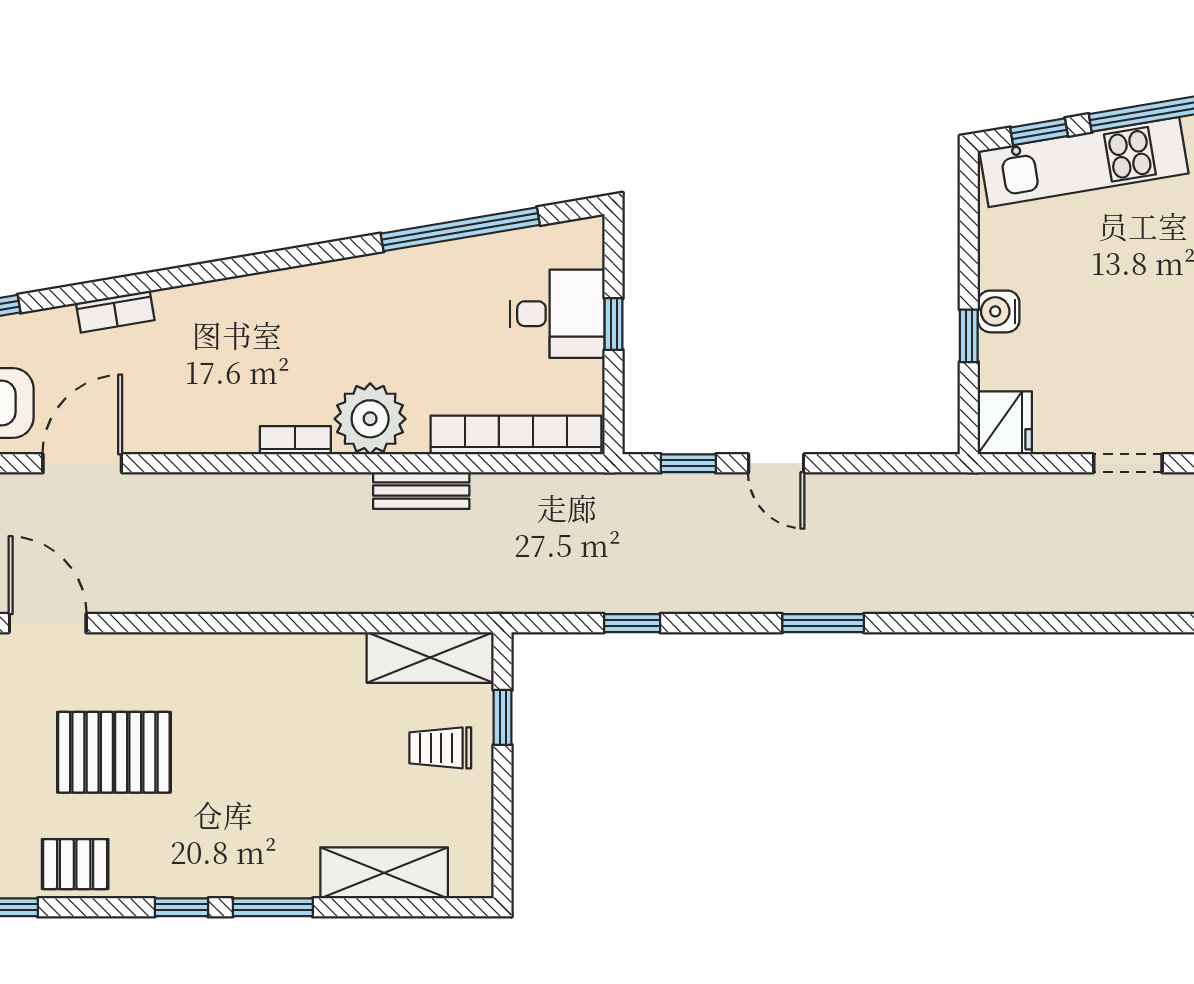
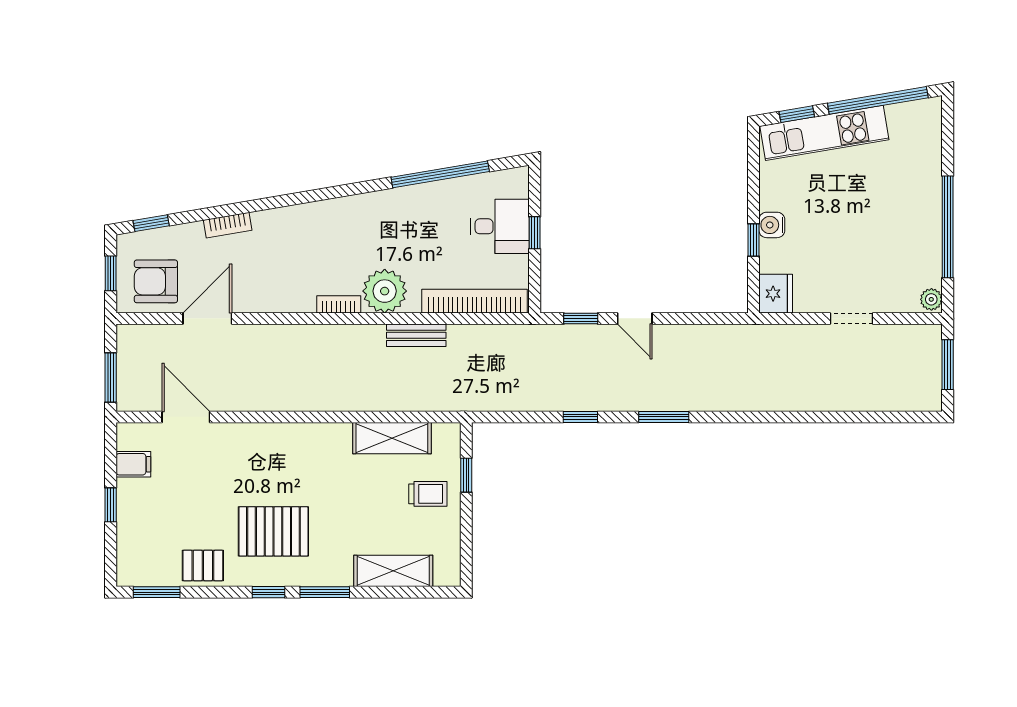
window: (632, 623) -> (580, 417), moved
shelving: (430, 657) -> (392, 438), moved
trolley: (440, 748) -> (428, 494), turned 180
pallet: (114, 752) -> (273, 531), moved

